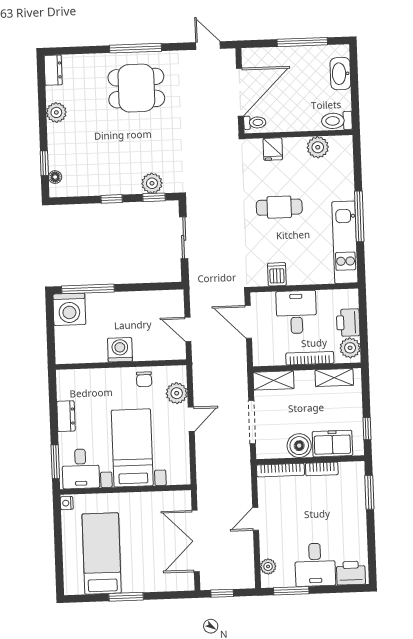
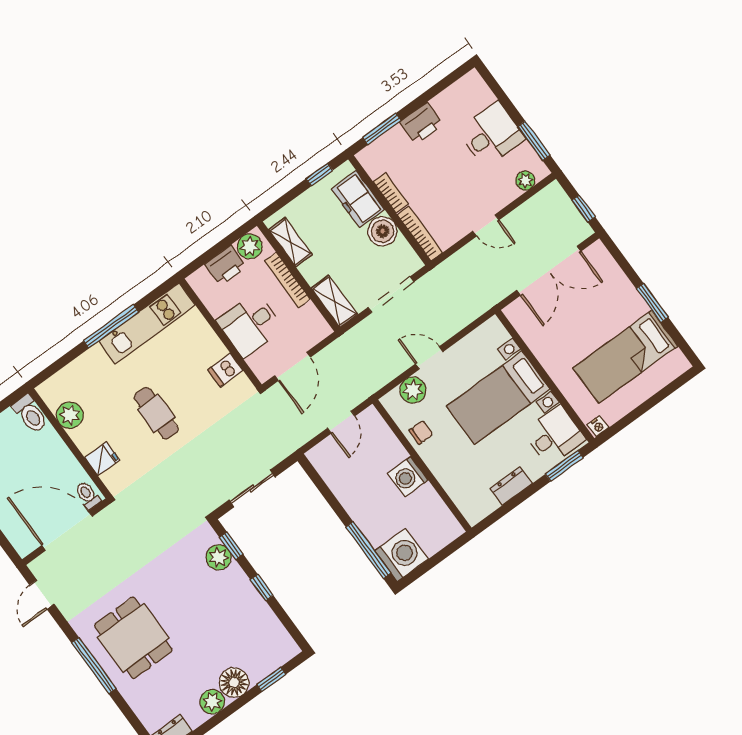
floor lamp: (55, 177) -> (234, 683), moved, width x1.89, depth x1.89
printer: (351, 573) -> (421, 123), moved, turned -90

